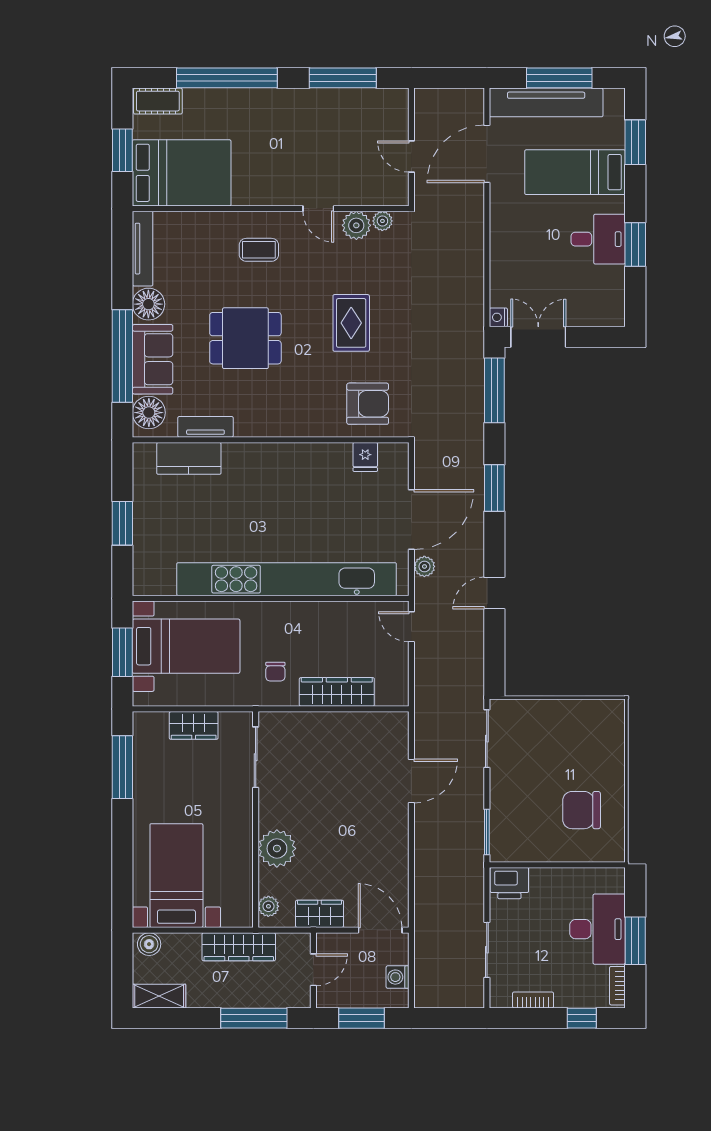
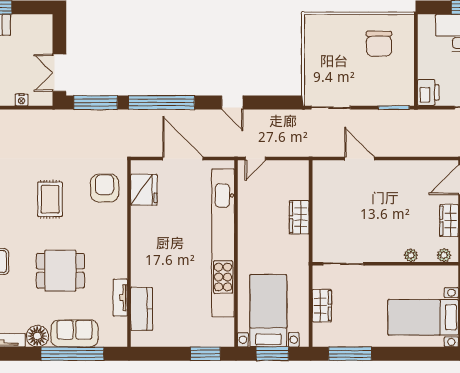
nightstand: (498, 317) -> (22, 100), moved
rug: (351, 323) -> (50, 199), turned 90
dining table: (245, 338) -> (60, 271), turned 90
floor lamp: (149, 413) -> (111, 336), removed
fridge: (365, 457) -> (144, 190), width x1.88, depth x1.34
window: (494, 488) -> (162, 103), width x2.11
window: (122, 523) -> (205, 354), moved
plant: (424, 566) -> (214, 150), removed
chair: (275, 672) -> (285, 250), removed
wardrobe: (337, 692) -> (299, 217), width x0.67
plant: (277, 848) -> (411, 255), width x0.53, depth x0.53

